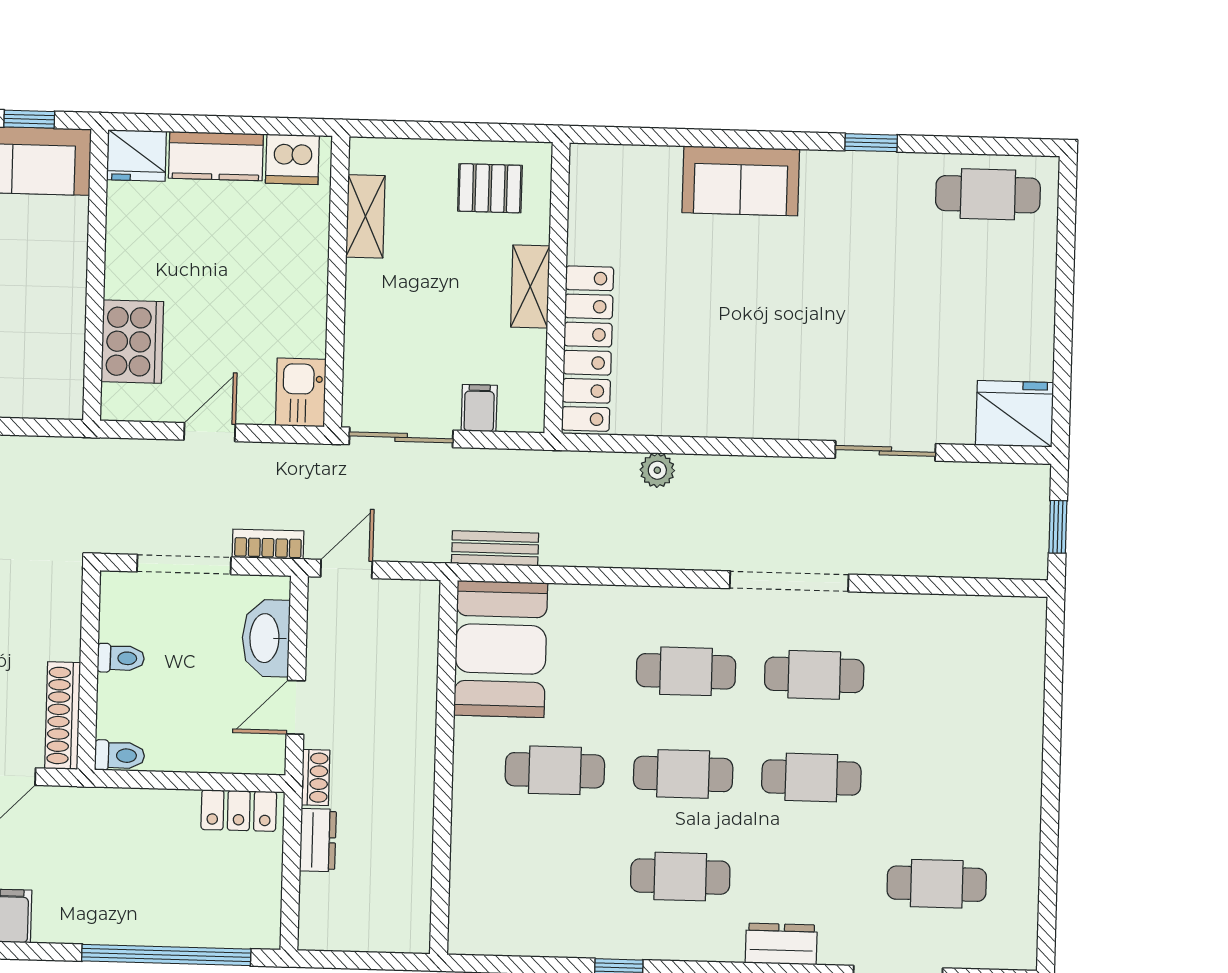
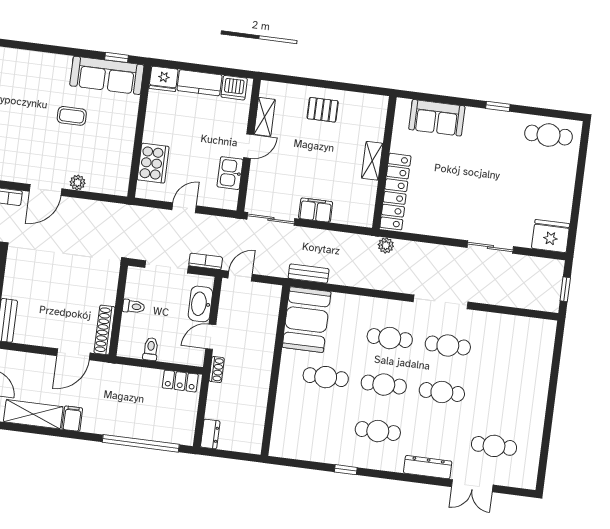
door: (337, 284) -> (249, 146), added
shelving: (530, 286) -> (372, 161), moved
wall: (557, 288) -> (384, 163), moved
locker: (588, 349) -> (395, 192), moved
kitchen sink: (301, 392) -> (230, 173), moved
filing cabinet: (479, 408) -> (316, 210), width x2.00
toilet: (119, 755) -> (151, 349), moved, turned -90
dresser: (318, 840) -> (210, 434), moved
dresser: (781, 944) -> (428, 467), width x1.44

